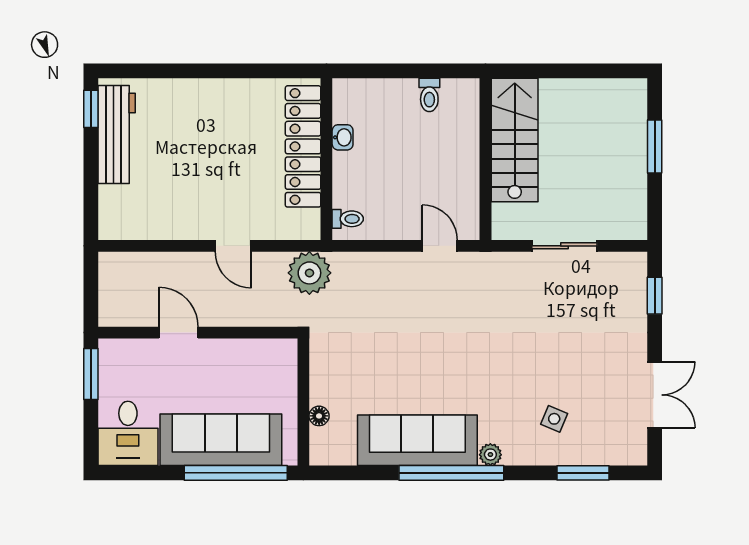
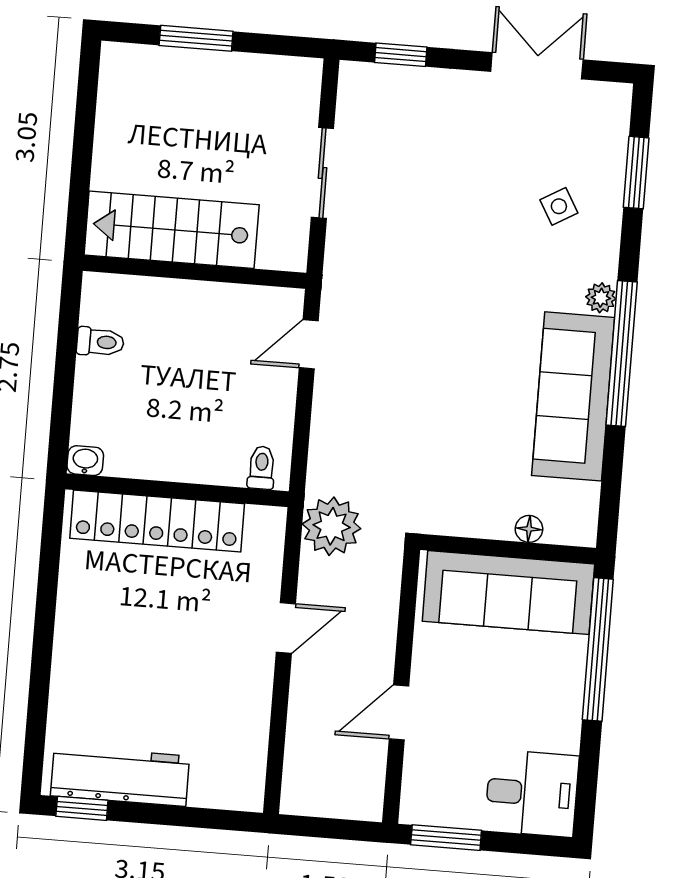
washbasin: (343, 137) -> (85, 461), moved
side table: (554, 419) -> (559, 206), turned 37
sofa: (221, 440) -> (508, 593), moved, turned -90

